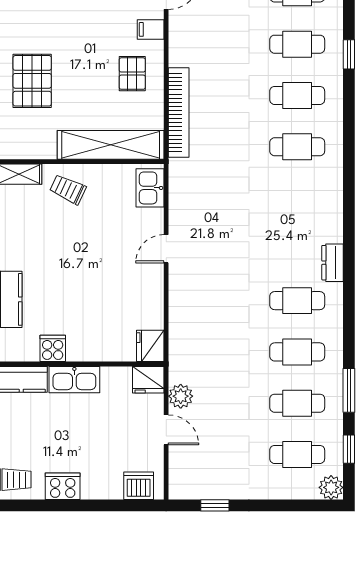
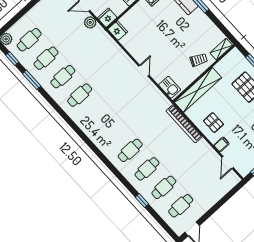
dresser: (333, 263) -> (79, 120), removed

